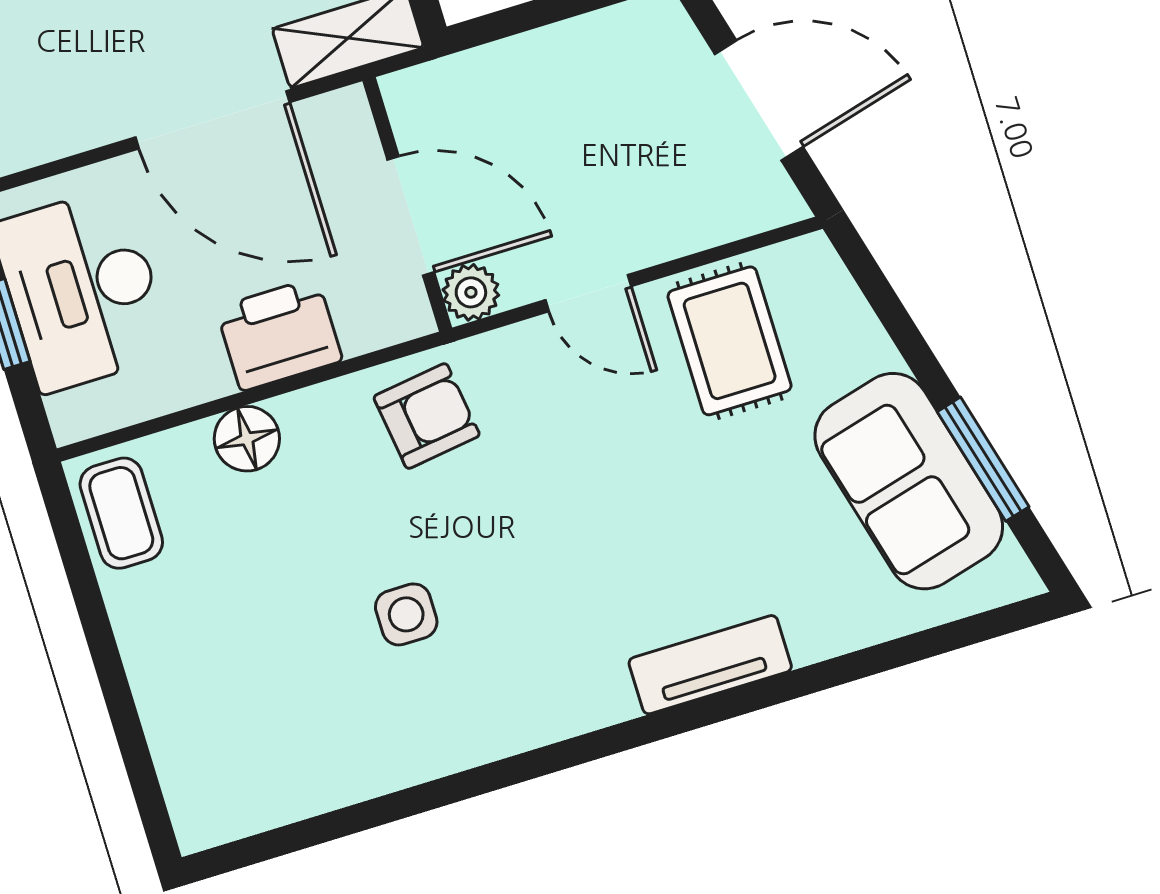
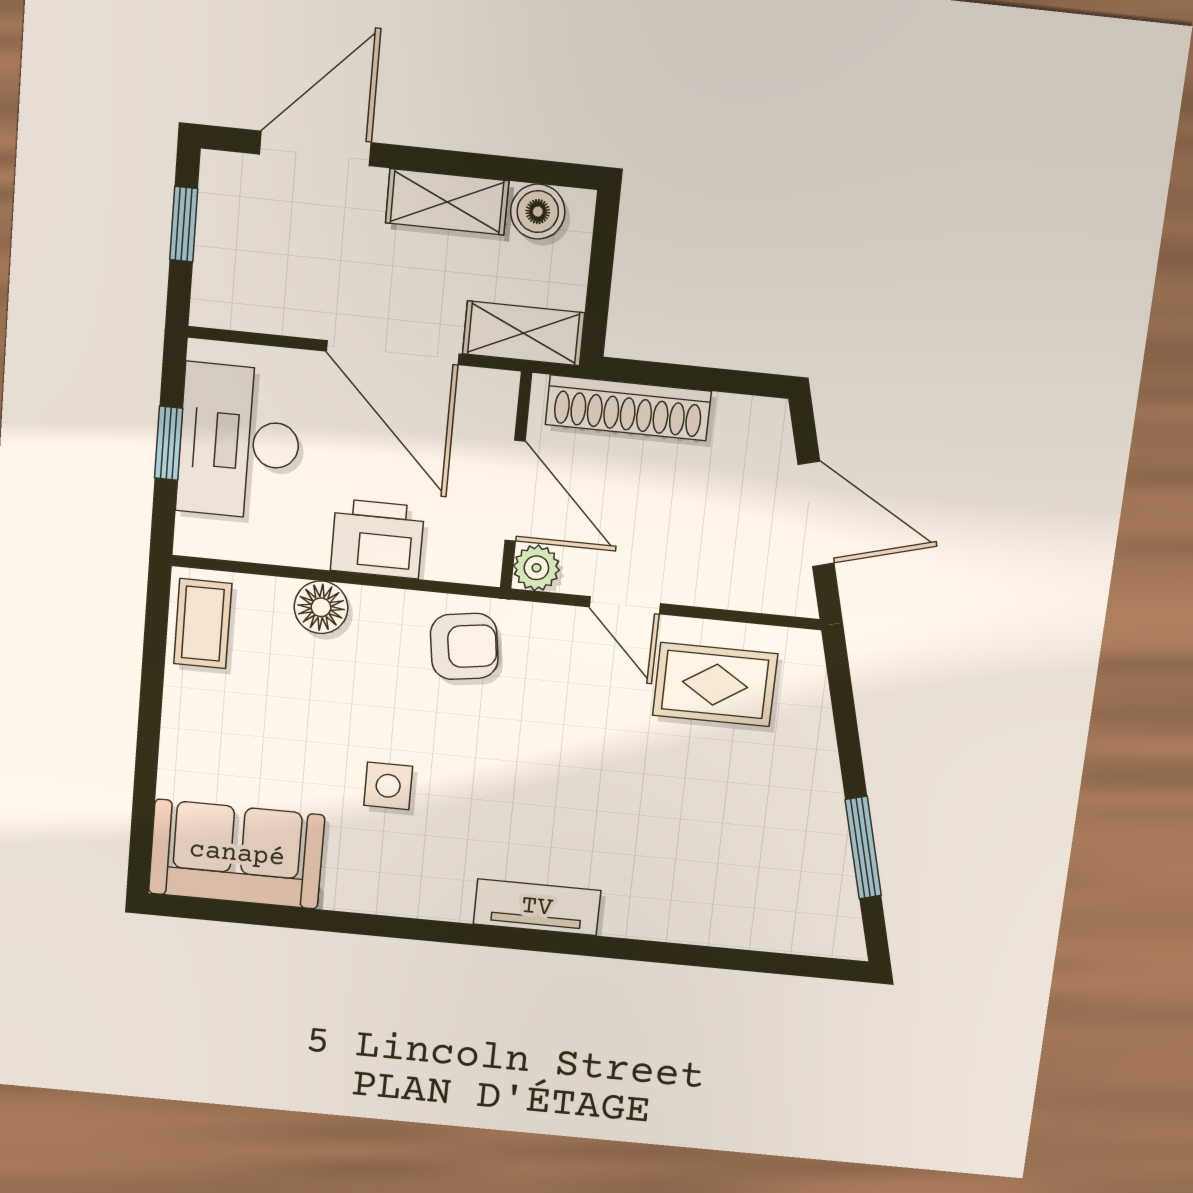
shoe rack: (498, 71) -> (628, 408), added
rug: (730, 341) -> (715, 685), turned 90
sofa: (909, 481) -> (237, 854), moved, turned 105
tv unit: (710, 665) -> (537, 907), moved

